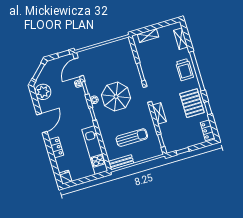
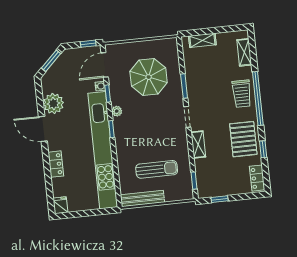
plant: (43, 92) -> (53, 104), moved
parasol: (116, 97) -> (149, 77), moved
door: (42, 123) -> (43, 129), swing flipped
kitchen unit: (95, 150) -> (103, 150), width x1.86
bench: (121, 162) -> (142, 198), width x1.36

